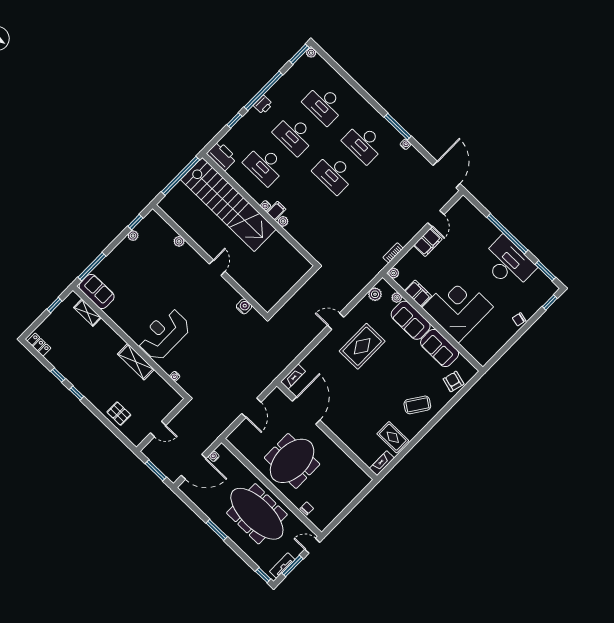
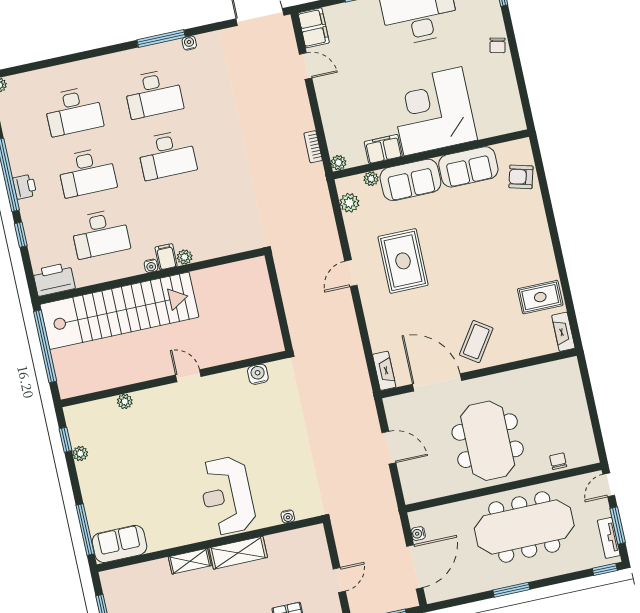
filing cabinet: (428, 242) -> (314, 28), moved
shelving: (87, 313) -> (190, 561), moved
coffee table: (417, 405) -> (476, 342), moved

